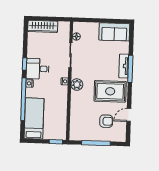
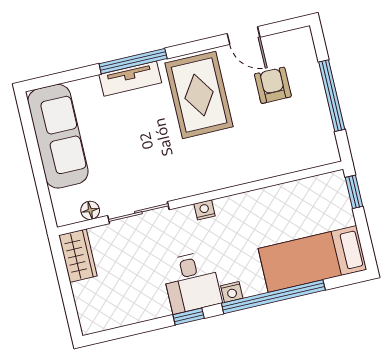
wardrobe: (43, 26) -> (78, 256), moved, width x0.67
sofa: (114, 32) -> (58, 136), width x1.36
plant: (77, 85) -> (204, 178), removed

